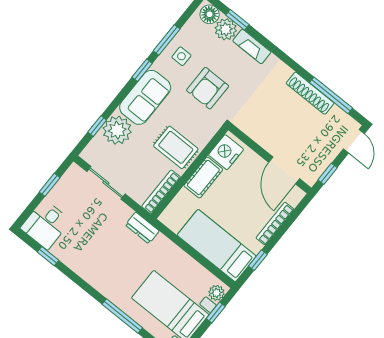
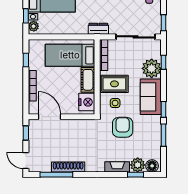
side table: (181, 56) -> (115, 103), moved
sliding door: (106, 183) -> (136, 37), width x1.37
window: (50, 185) -> (163, 23), moved
bed: (217, 246) -> (70, 55), moved, turned 180

